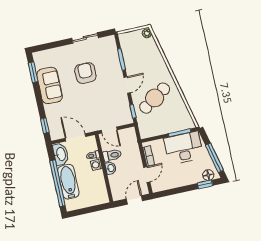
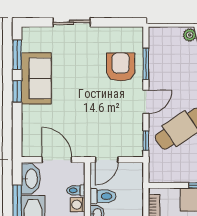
sliding door: (85, 38) -> (72, 22), moved
armchair: (85, 73) -> (121, 67), moved
window: (45, 126) -> (17, 91), moved
door: (109, 130) -> (107, 160), hinge flipped

